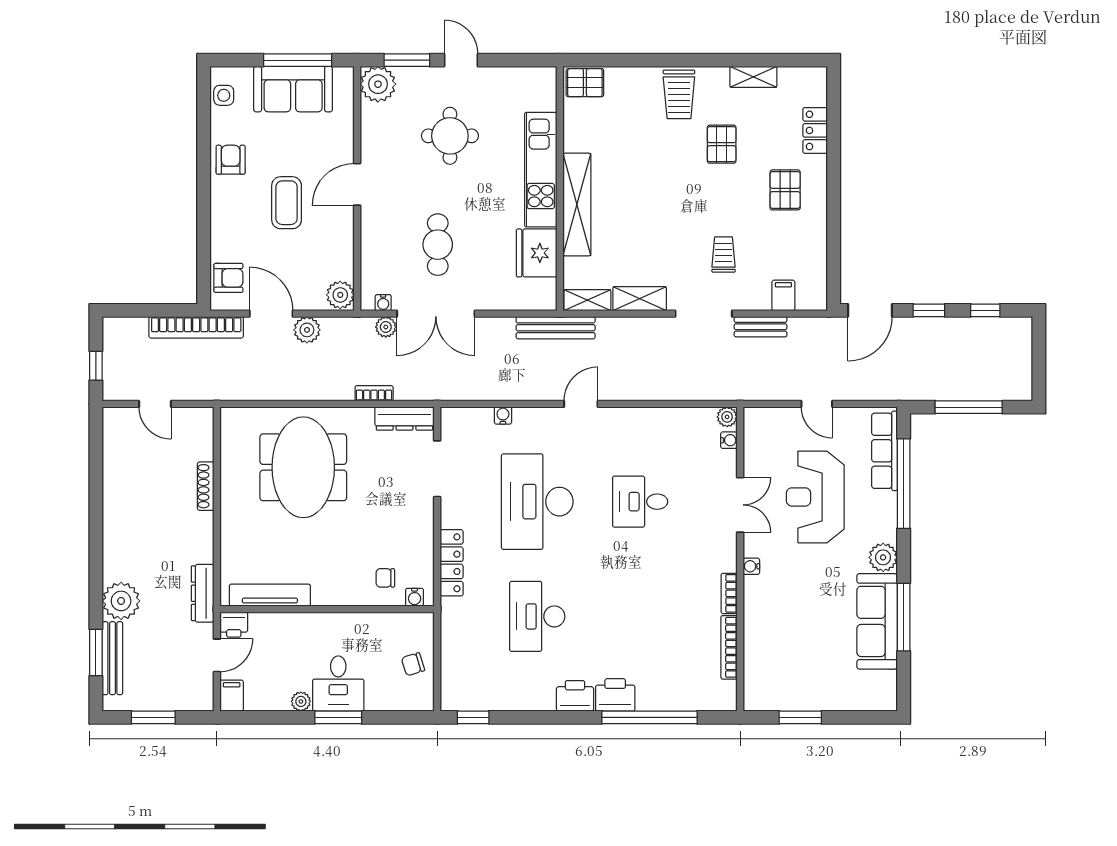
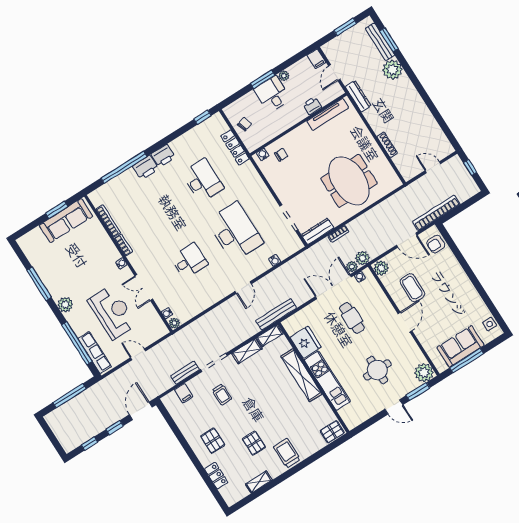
armchair: (231, 160) -> (468, 297), removed
coffee table: (287, 203) -> (412, 288), moved
plant: (307, 330) -> (362, 258), moved
locker: (452, 563) -> (235, 147), moved
sofa: (877, 621) -> (66, 221), moved, turned 90
printer: (234, 625) -> (312, 106), moved

